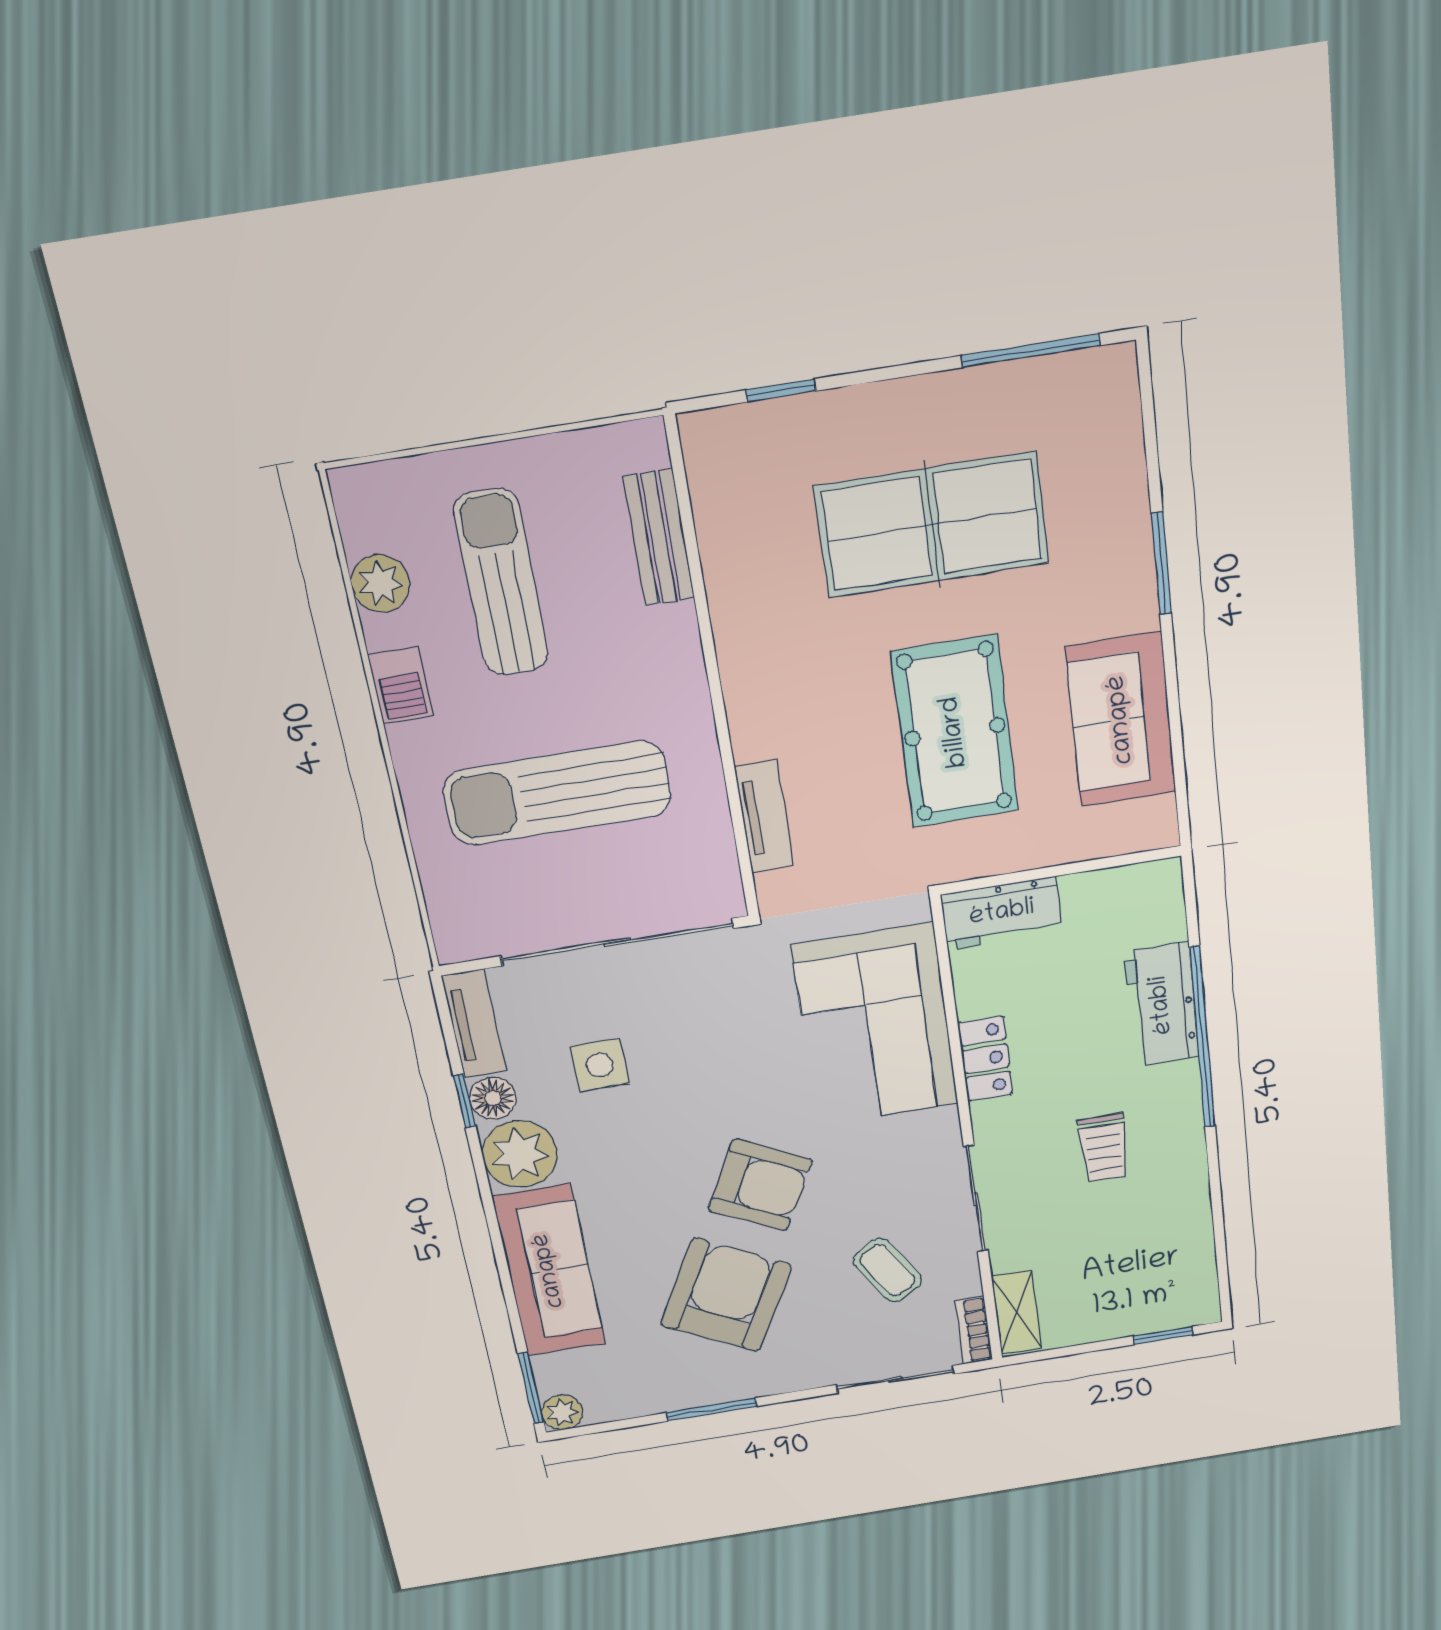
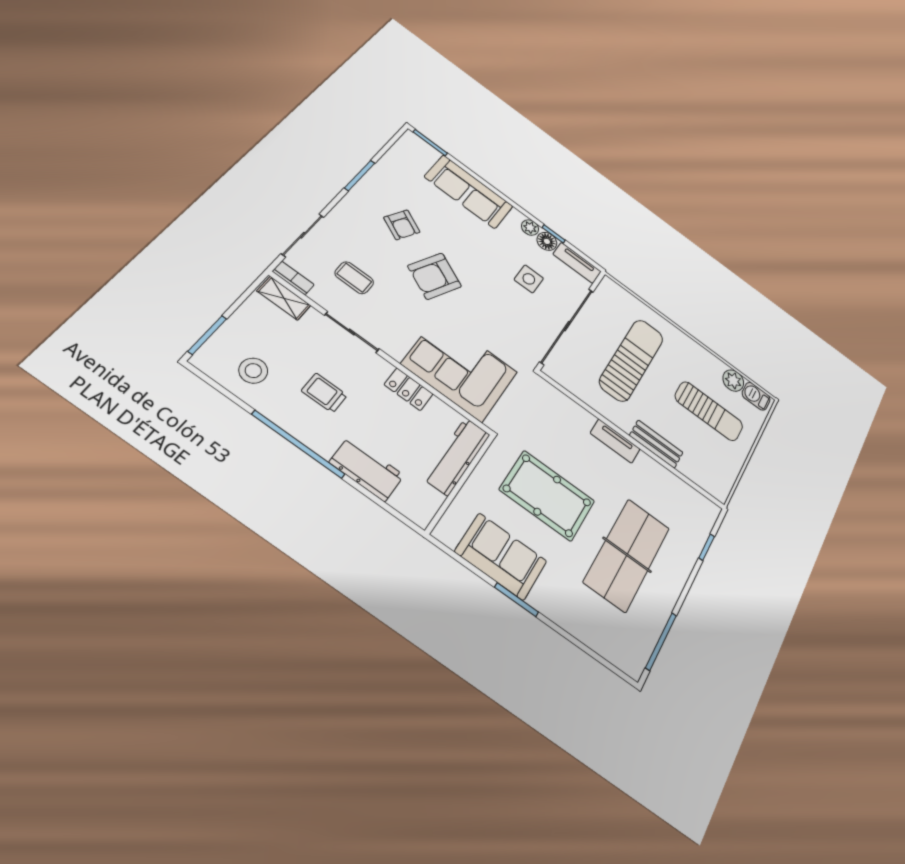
bench: (659, 538) -> (656, 444), moved
window: (1161, 564) -> (516, 600), moved
barbecue: (401, 686) -> (756, 396), moved
tv unit: (764, 816) -> (615, 441), moved
workbench: (1002, 913) -> (457, 456), width x1.38
window: (1202, 1038) -> (298, 444), moved
plant: (520, 1154) -> (530, 228), width x0.53, depth x0.53
stool: (1159, 1248) -> (253, 371), added
coffee table: (887, 1270) -> (354, 278), turned 31
armchair: (726, 1295) -> (402, 225), width x0.53, depth x0.53
window: (1163, 1335) -> (207, 335), width x1.50
plant: (562, 1412) -> (411, 140), removed

